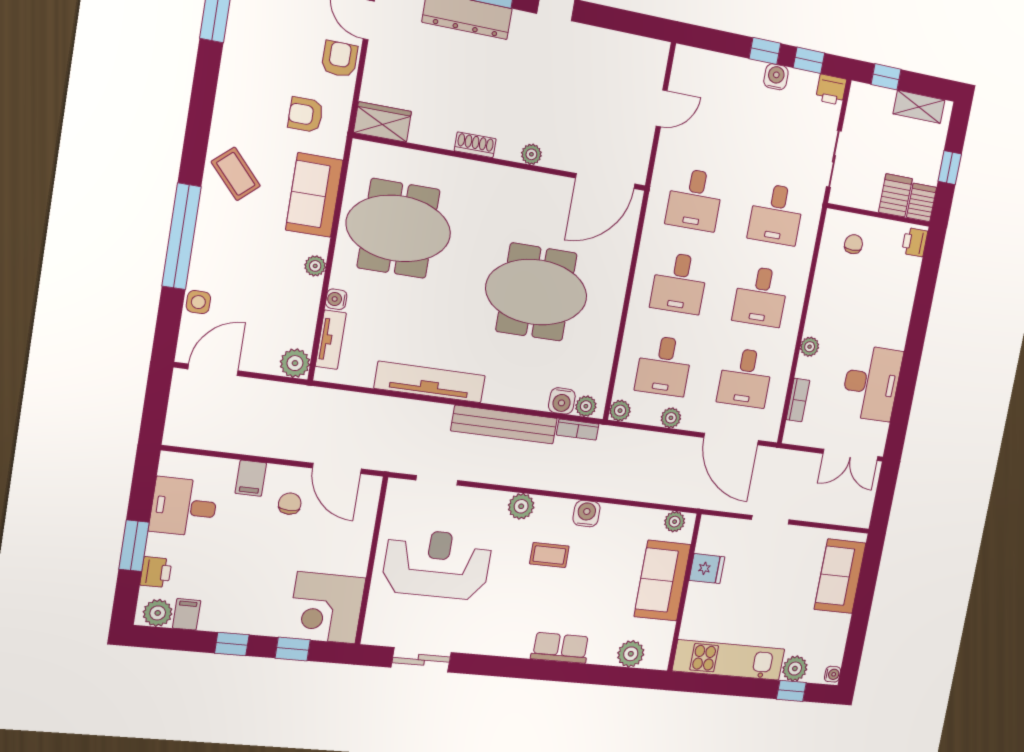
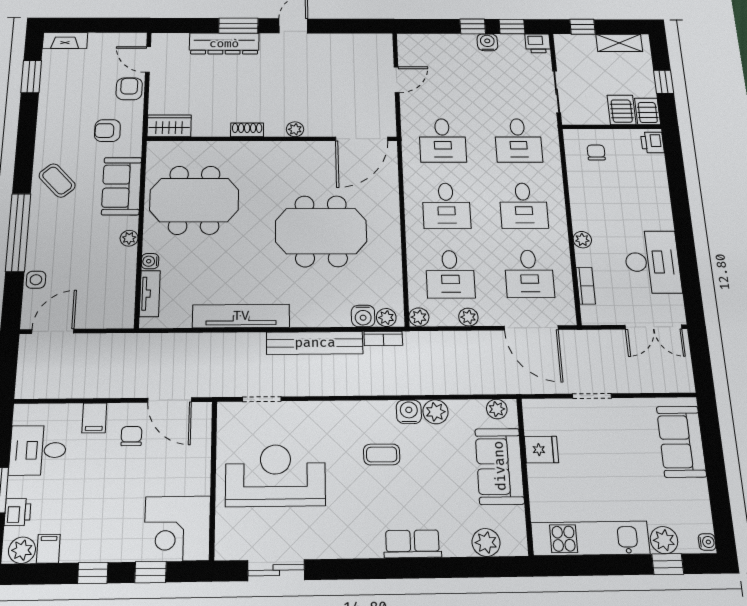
plant: (295, 363) -> (122, 317), removed
plant: (521, 506) -> (435, 412), moved

